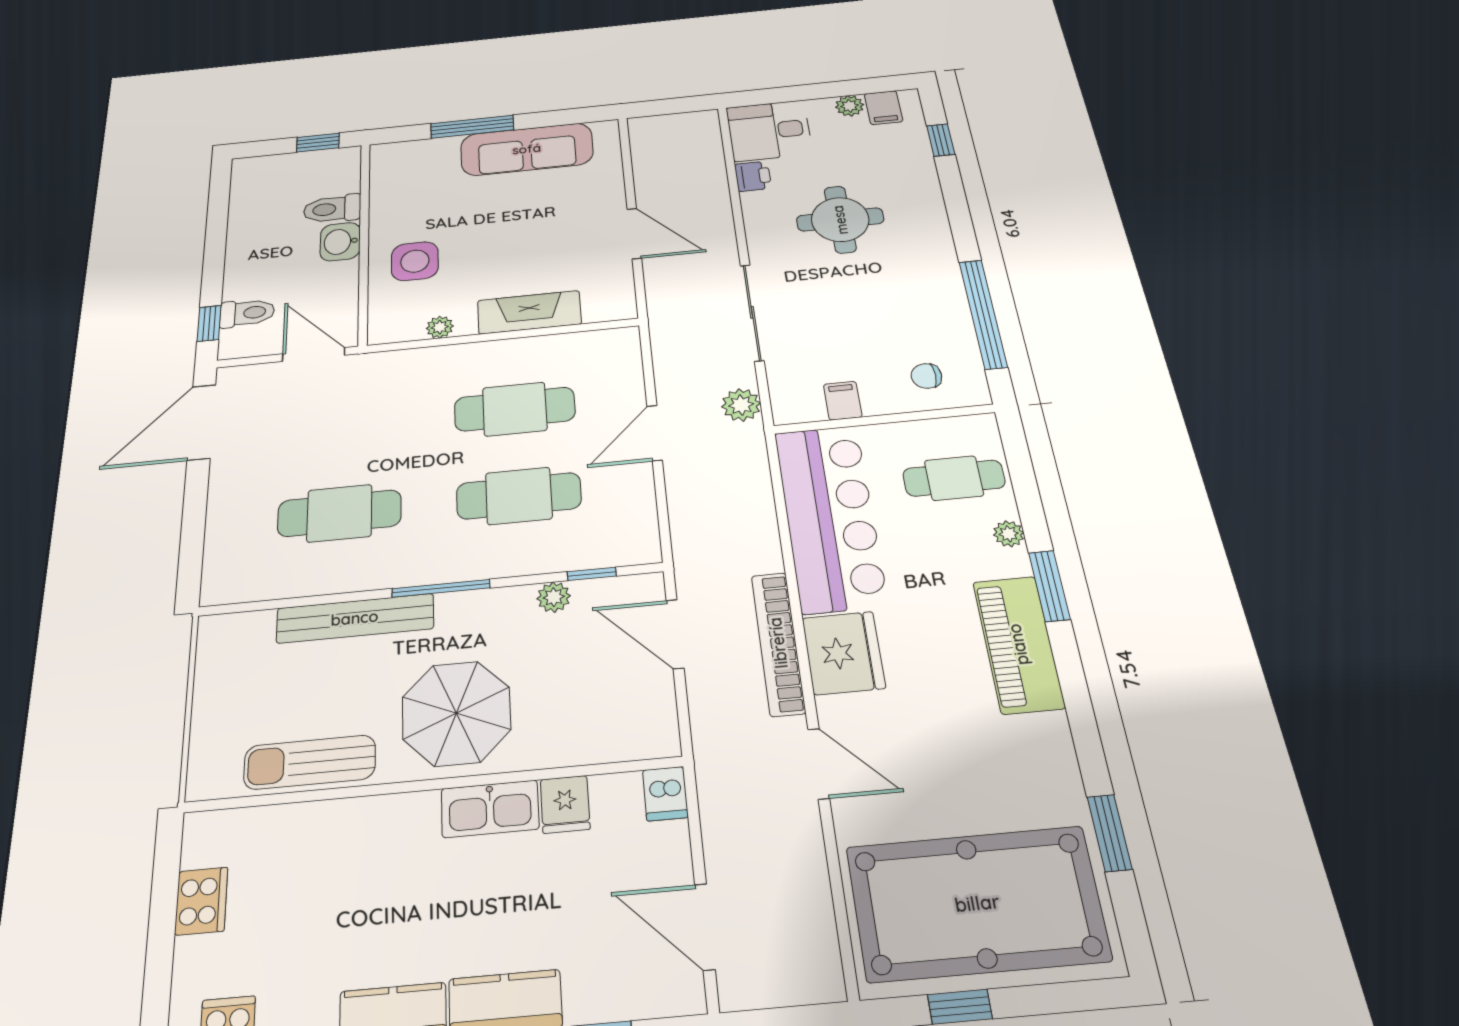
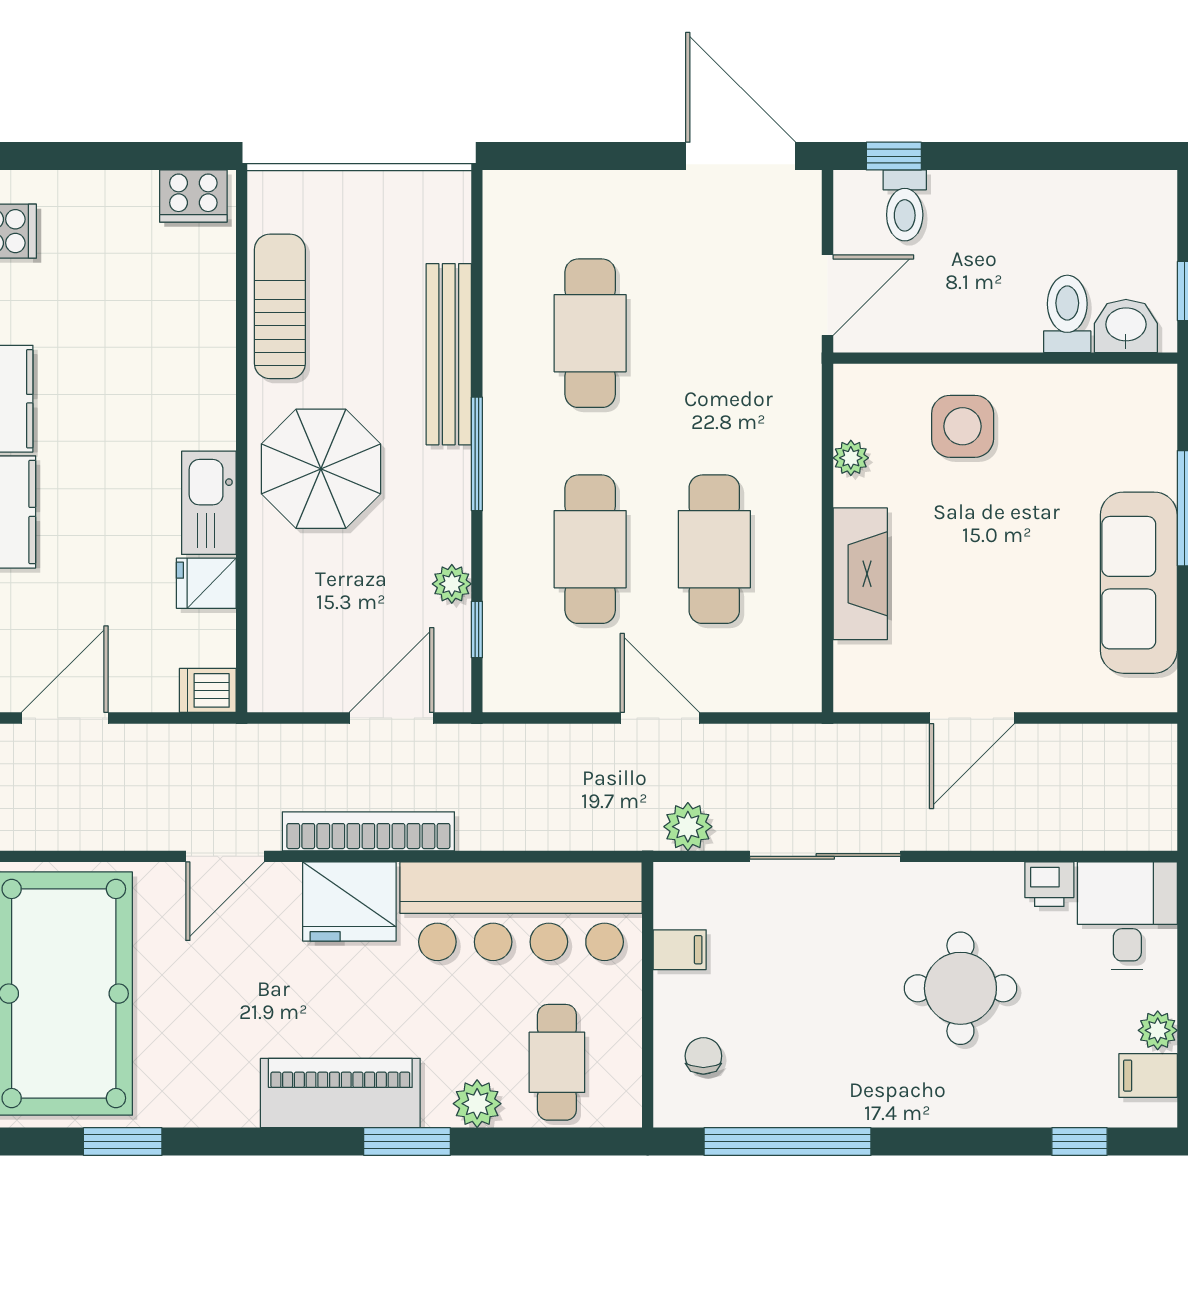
washbasin: (340, 242) -> (1126, 326), moved
plant: (1009, 534) -> (477, 1104), width x1.38, depth x1.38
cooker: (201, 901) -> (193, 196), moved

